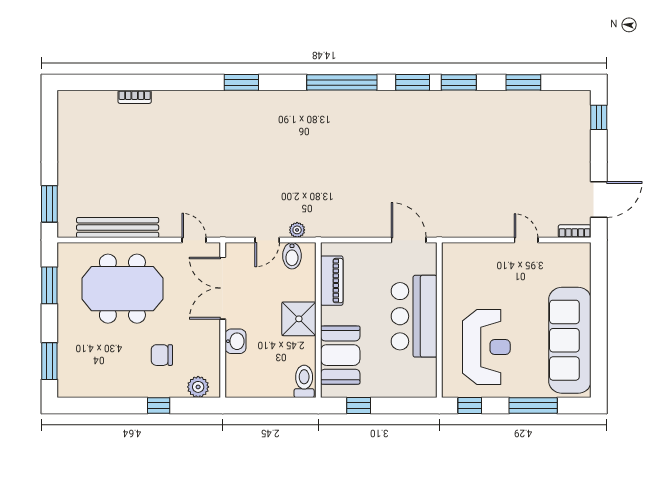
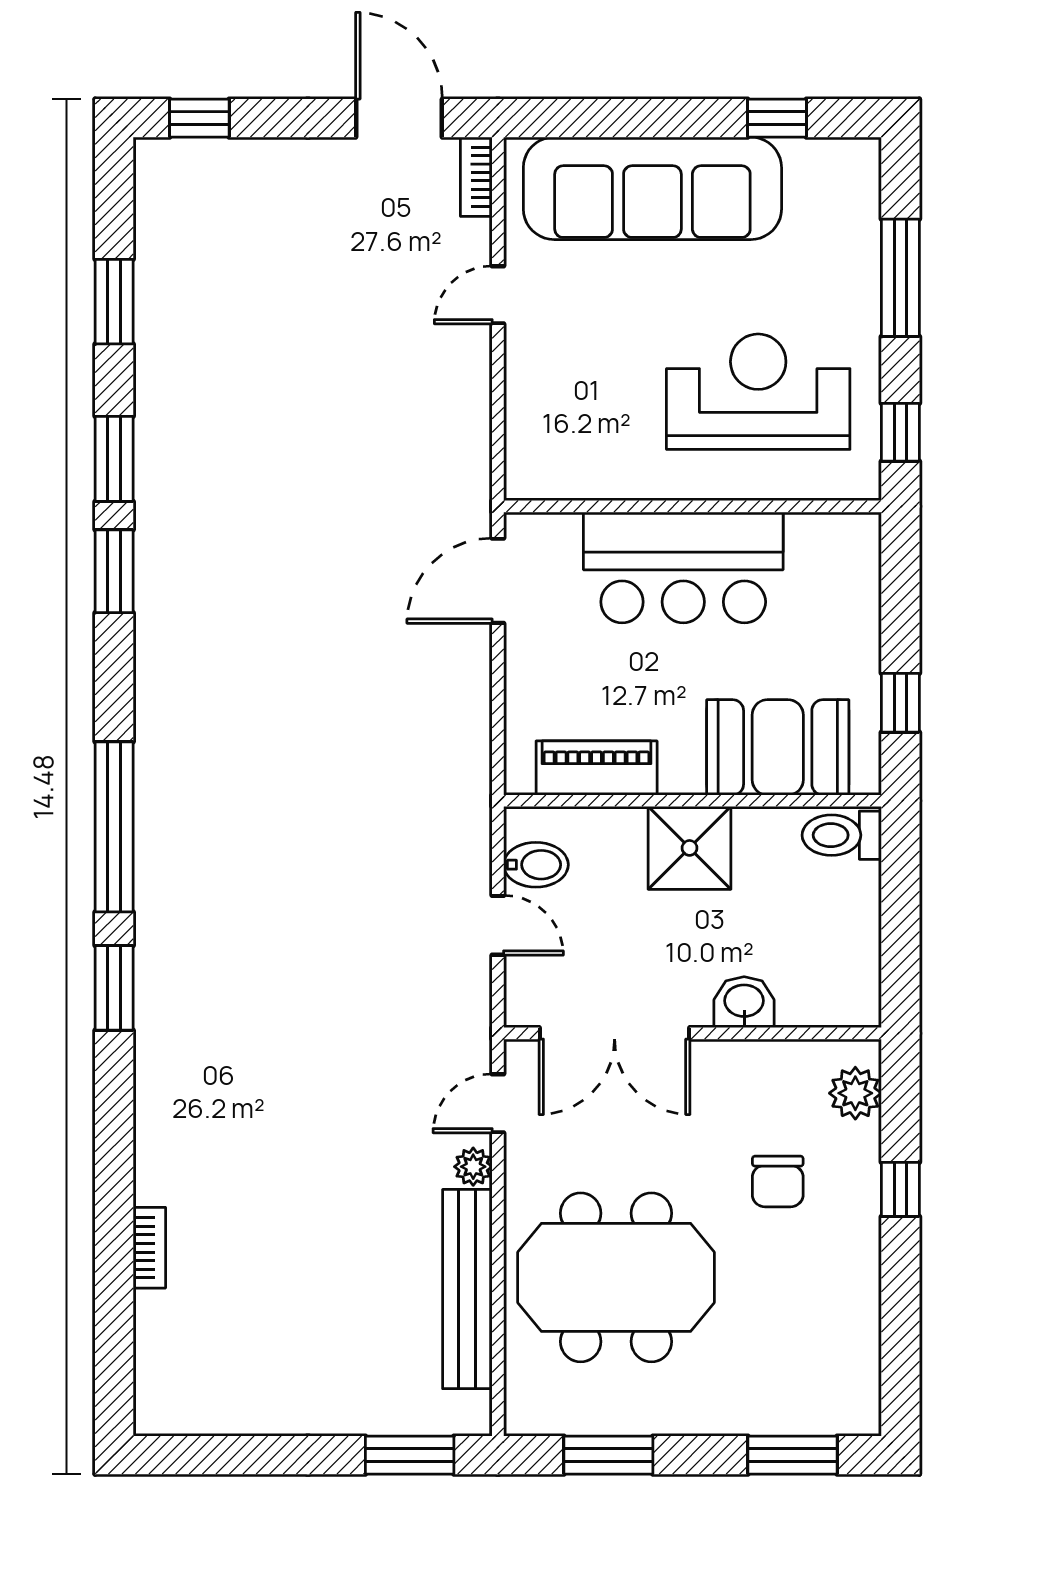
window: (342, 82) -> (114, 827), moved
plant: (297, 230) -> (473, 1167), moved
meeting table: (122, 289) -> (616, 1277), turned 90
sofa: (570, 340) -> (652, 188), moved
window: (599, 355) -> (777, 118), added

